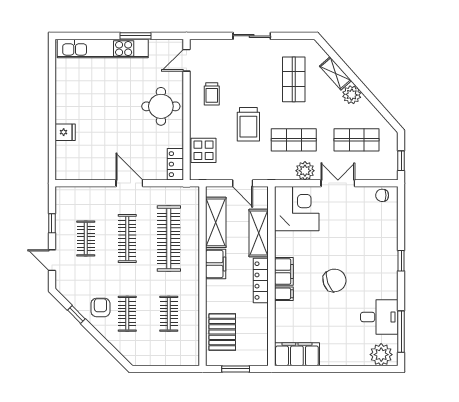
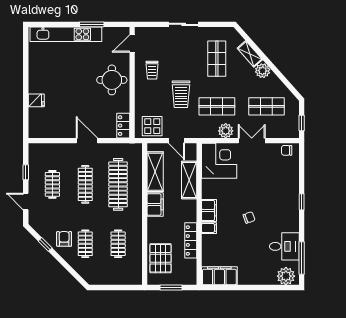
display table: (204, 150) -> (152, 126), moved
chair: (334, 280) -> (249, 218), width x0.54, depth x0.54
locker: (261, 281) -> (191, 240), moved

